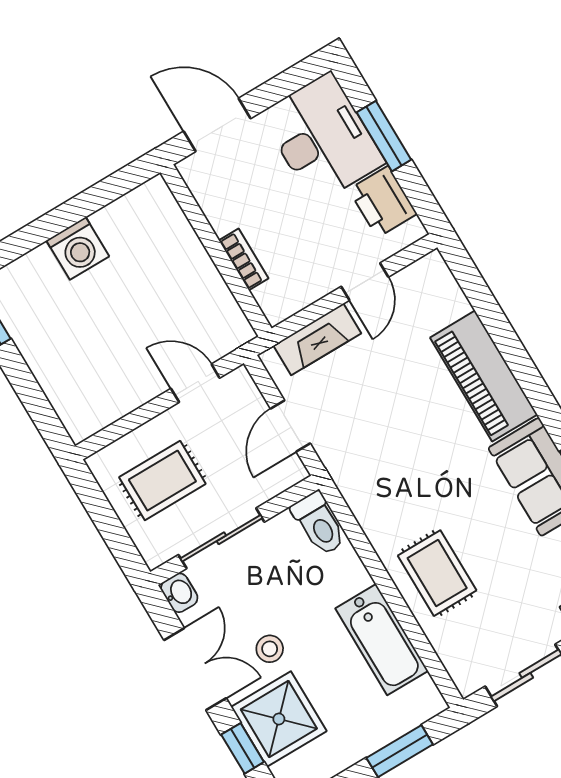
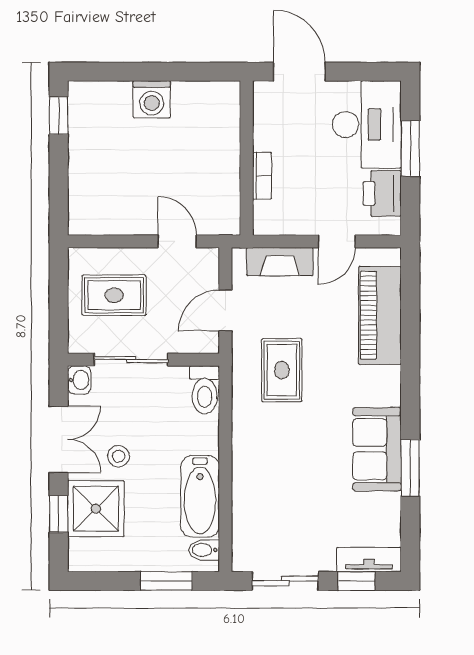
piano: (484, 376) -> (380, 315), moved
rug: (437, 573) -> (282, 370), moved
bidet: (420, 694) -> (204, 550), added

